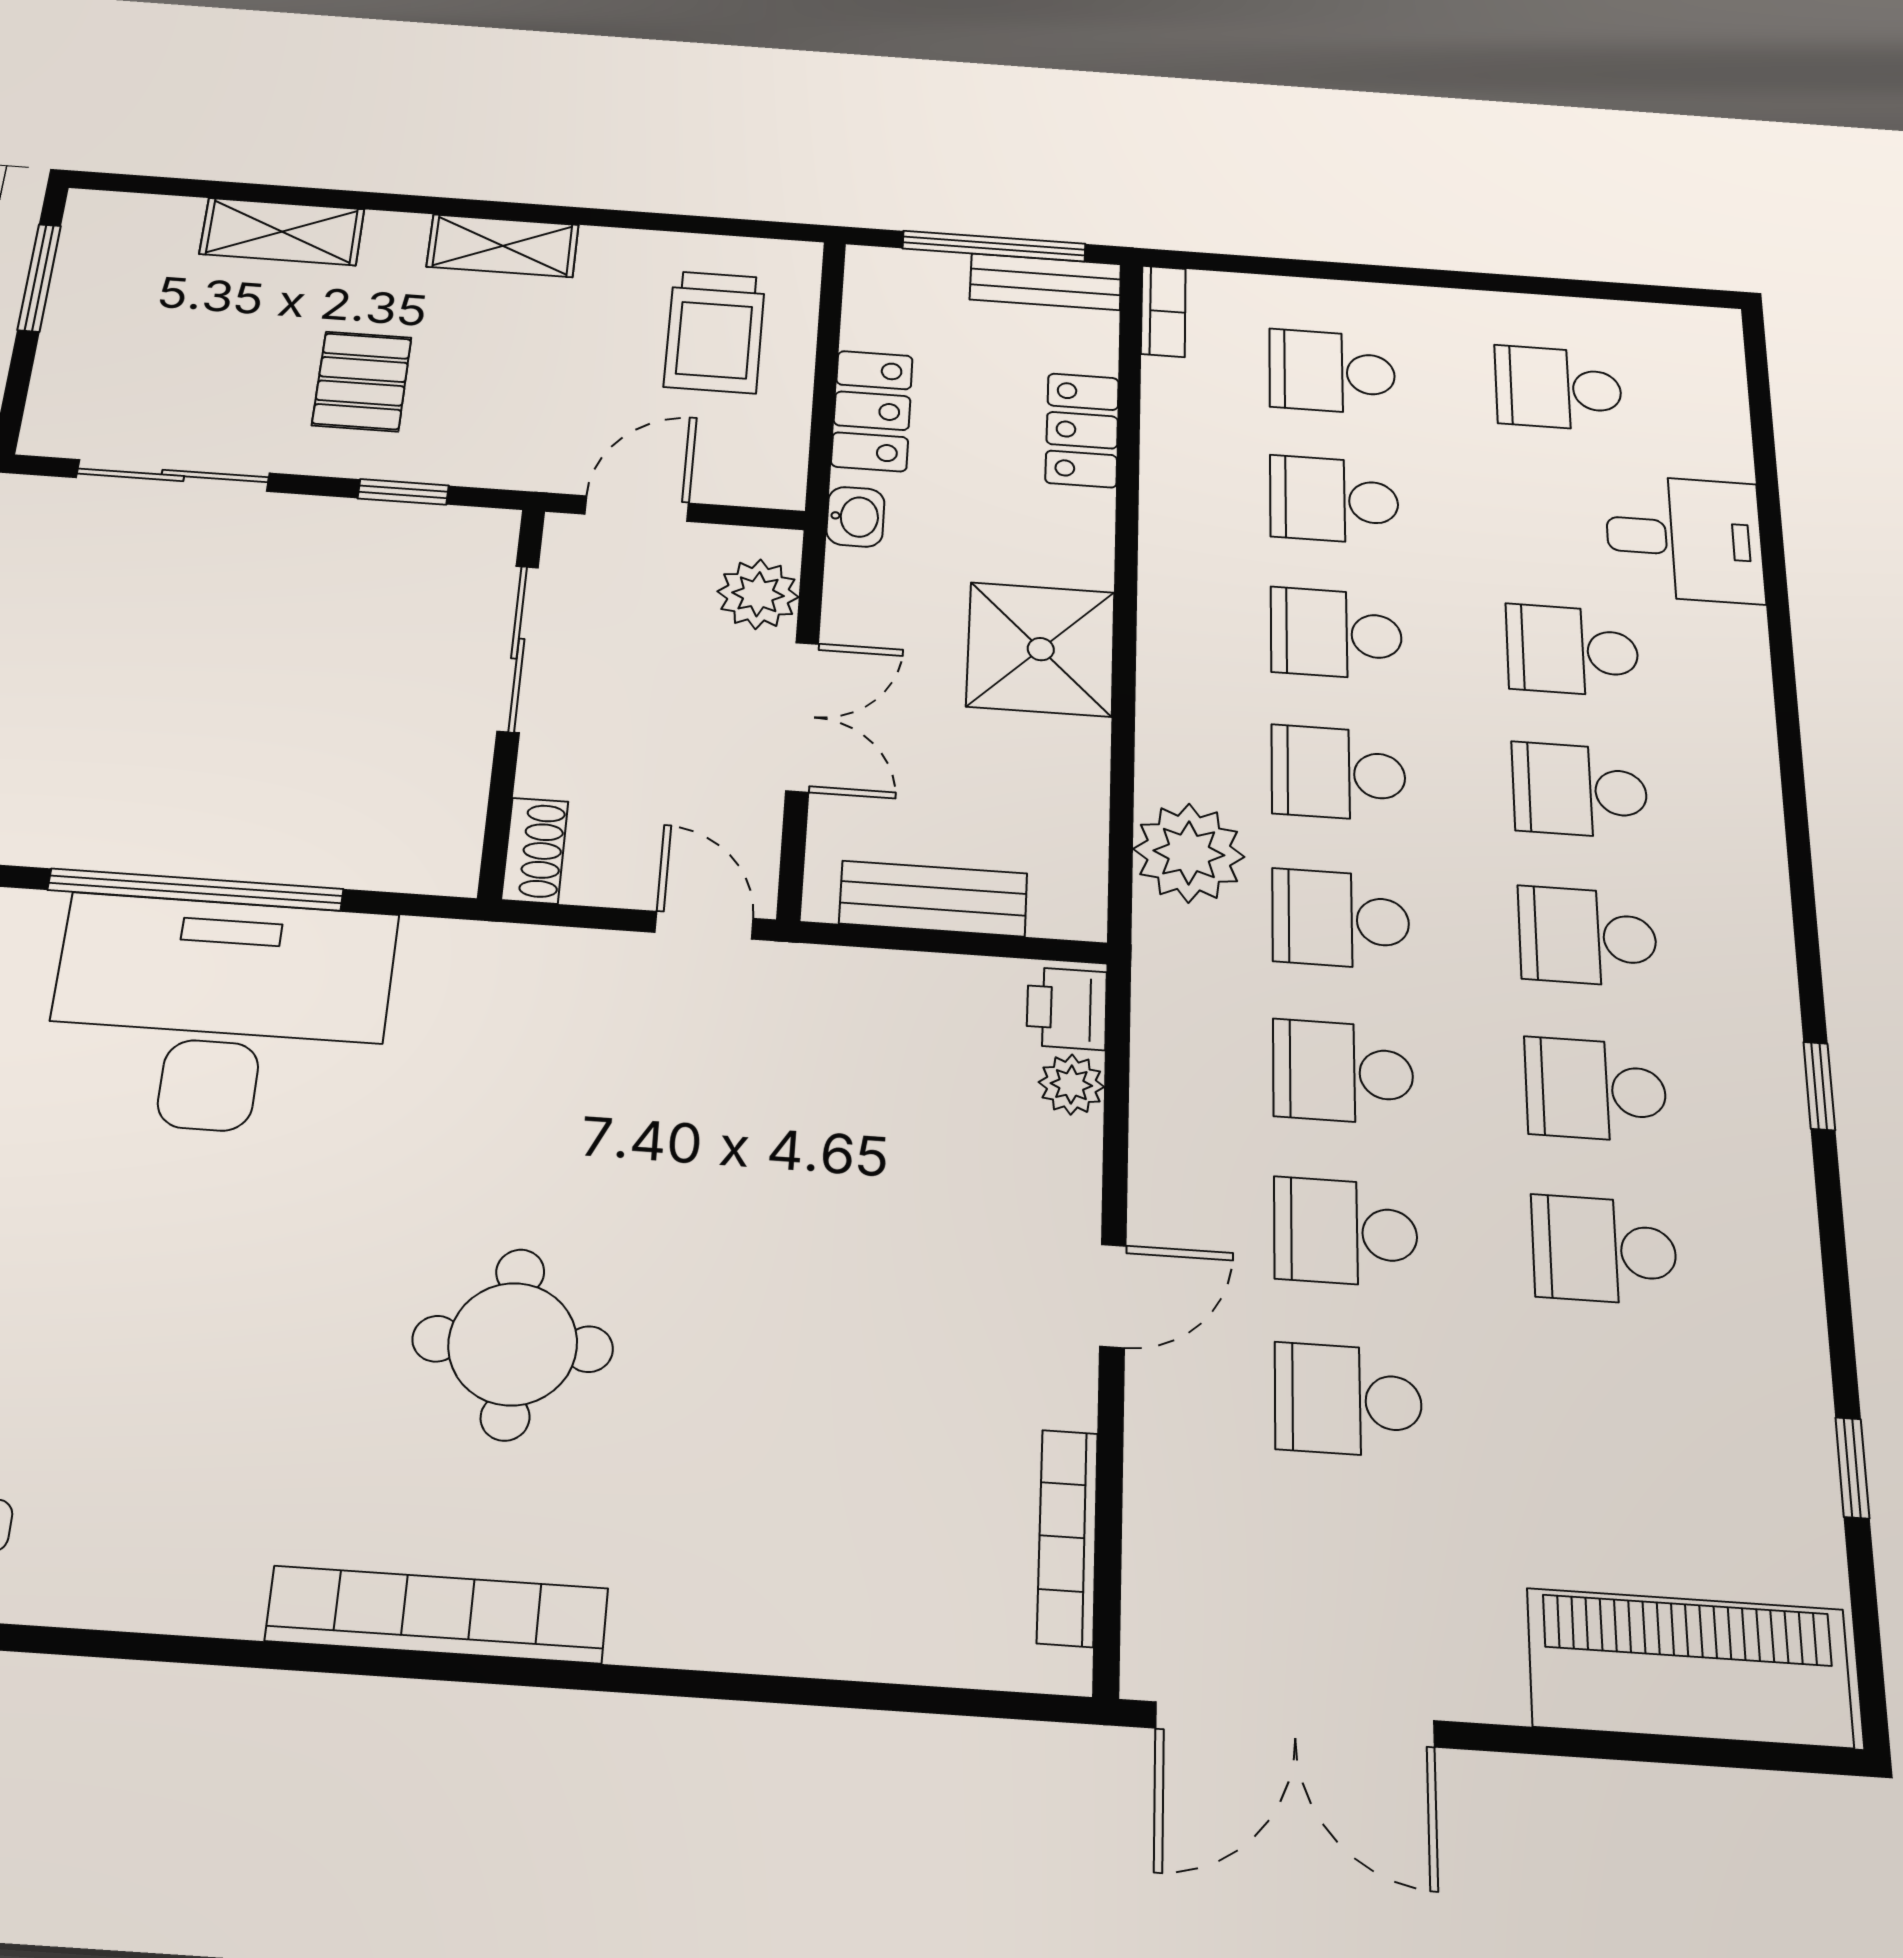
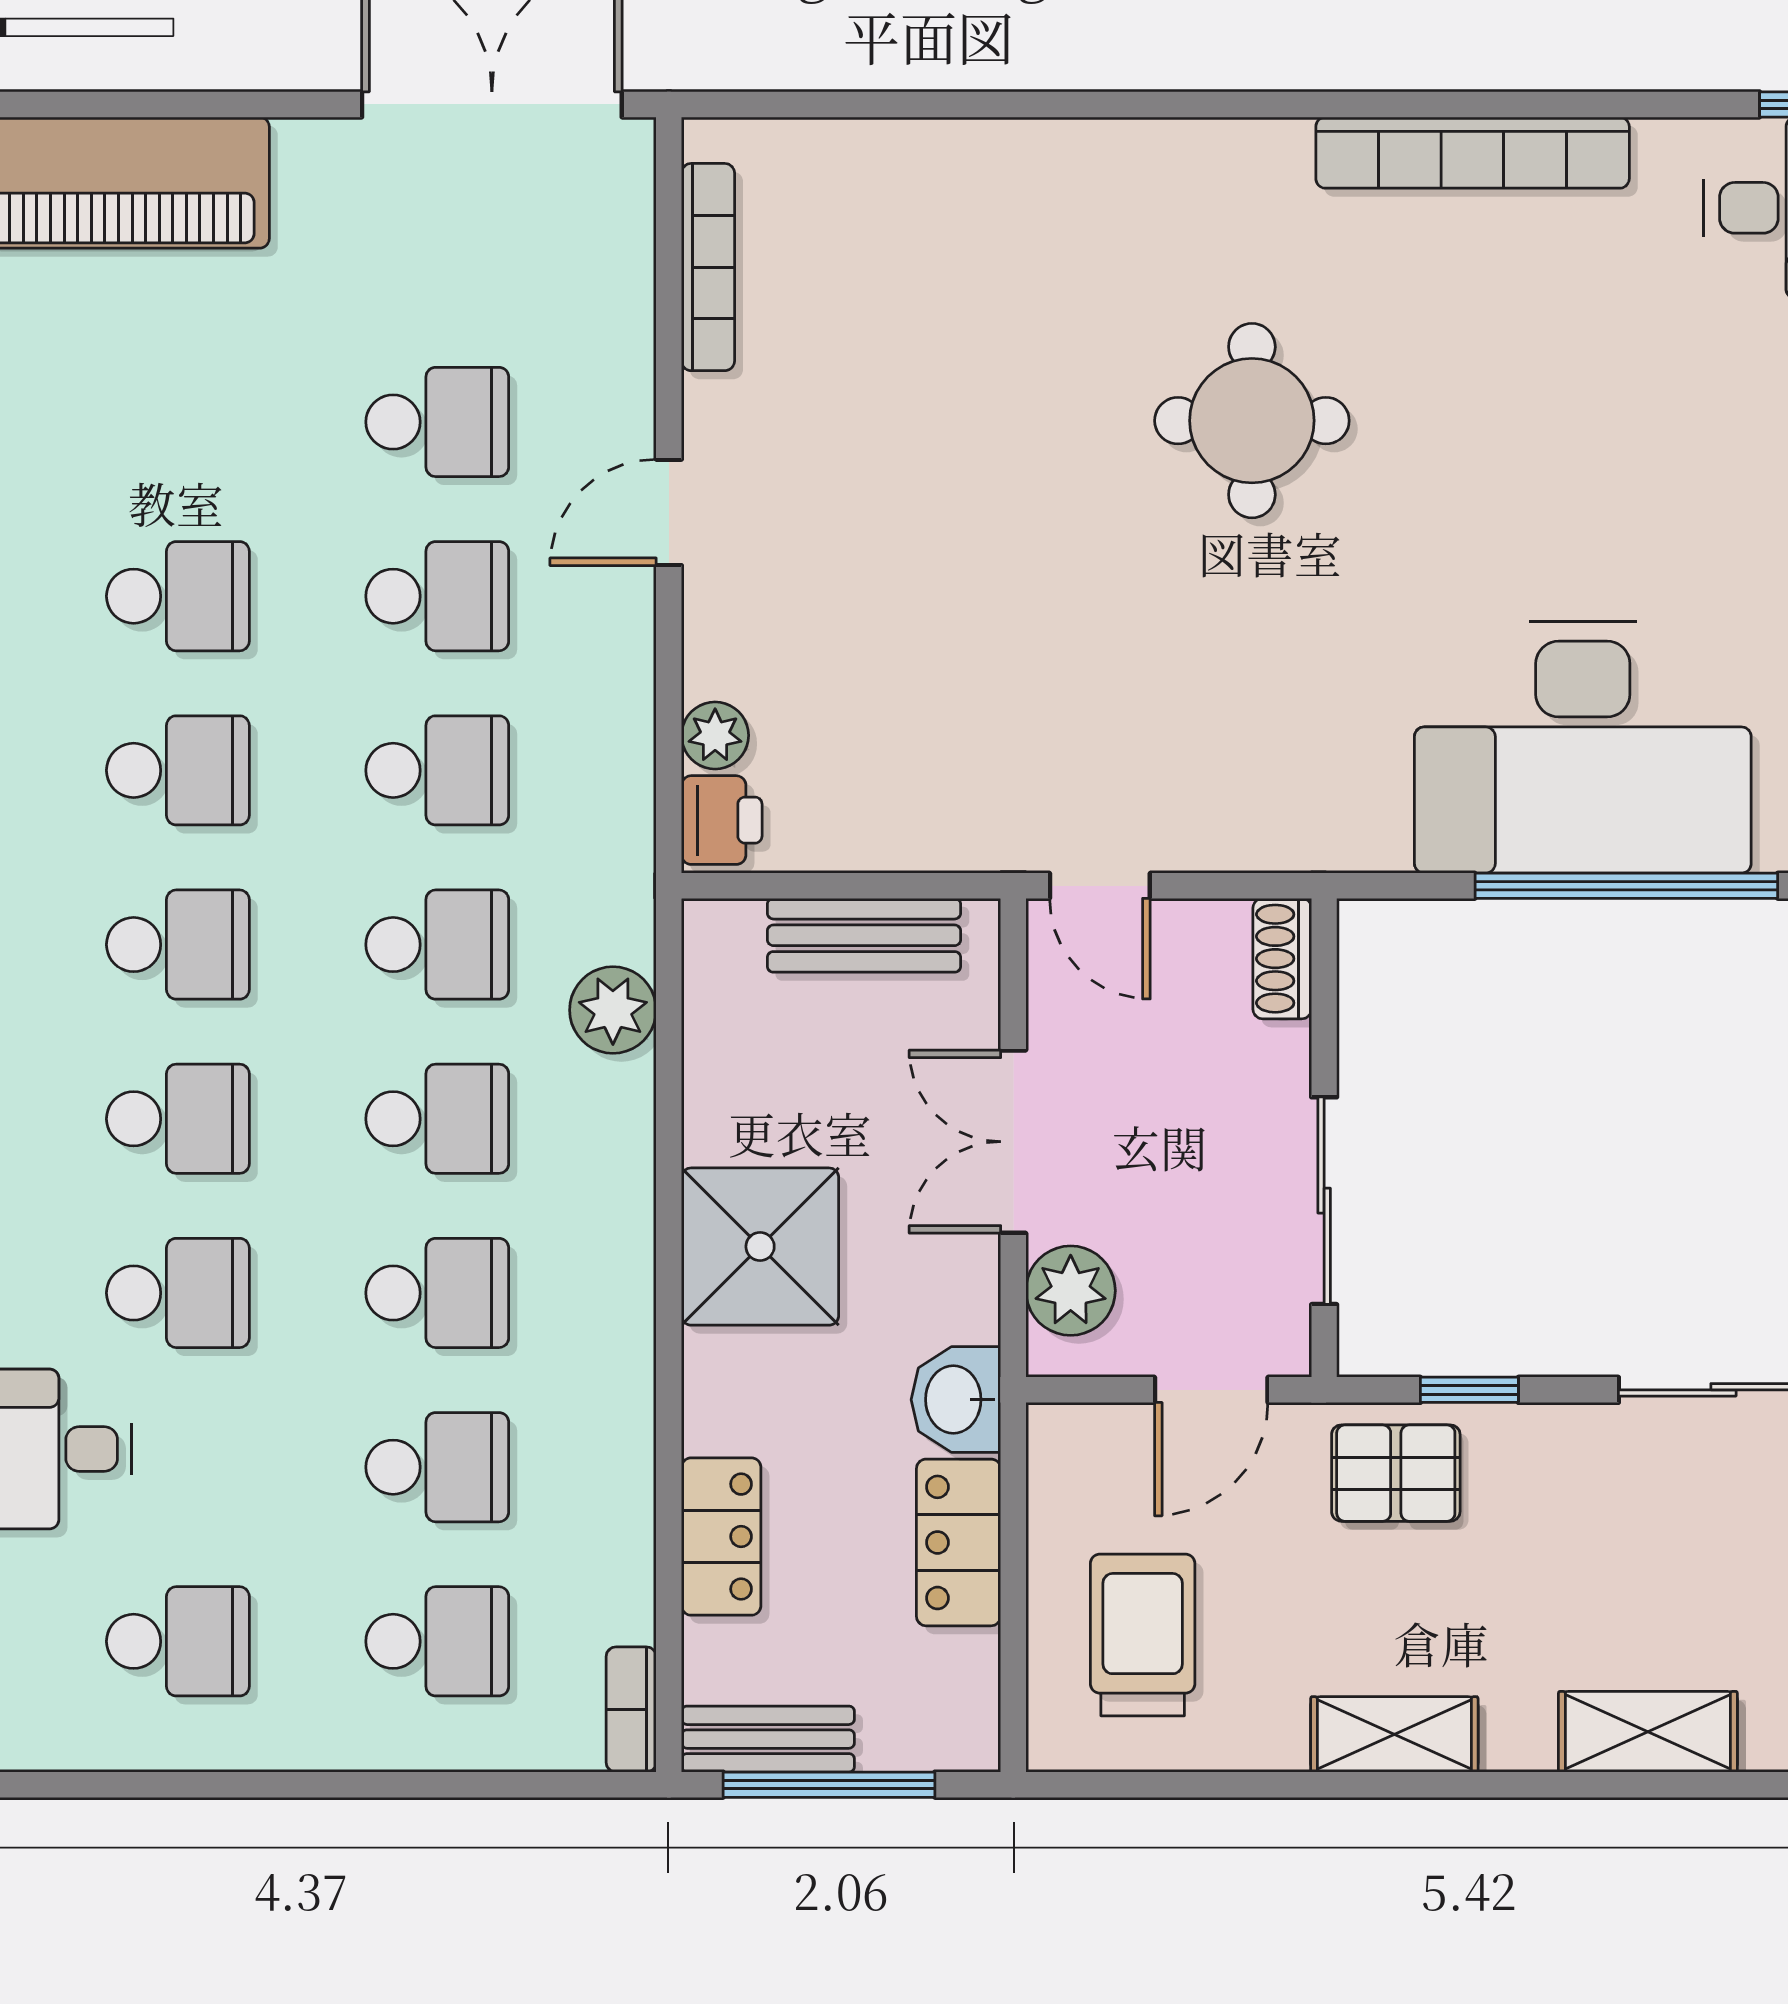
pallet: (362, 381) -> (1396, 1473), moved, turned 90
washbasin: (855, 517) -> (956, 1400), width x1.38, depth x1.45
plant: (1189, 853) -> (613, 1010), width x0.73, depth x0.73
bookcase: (437, 1615) -> (1473, 153), moved

